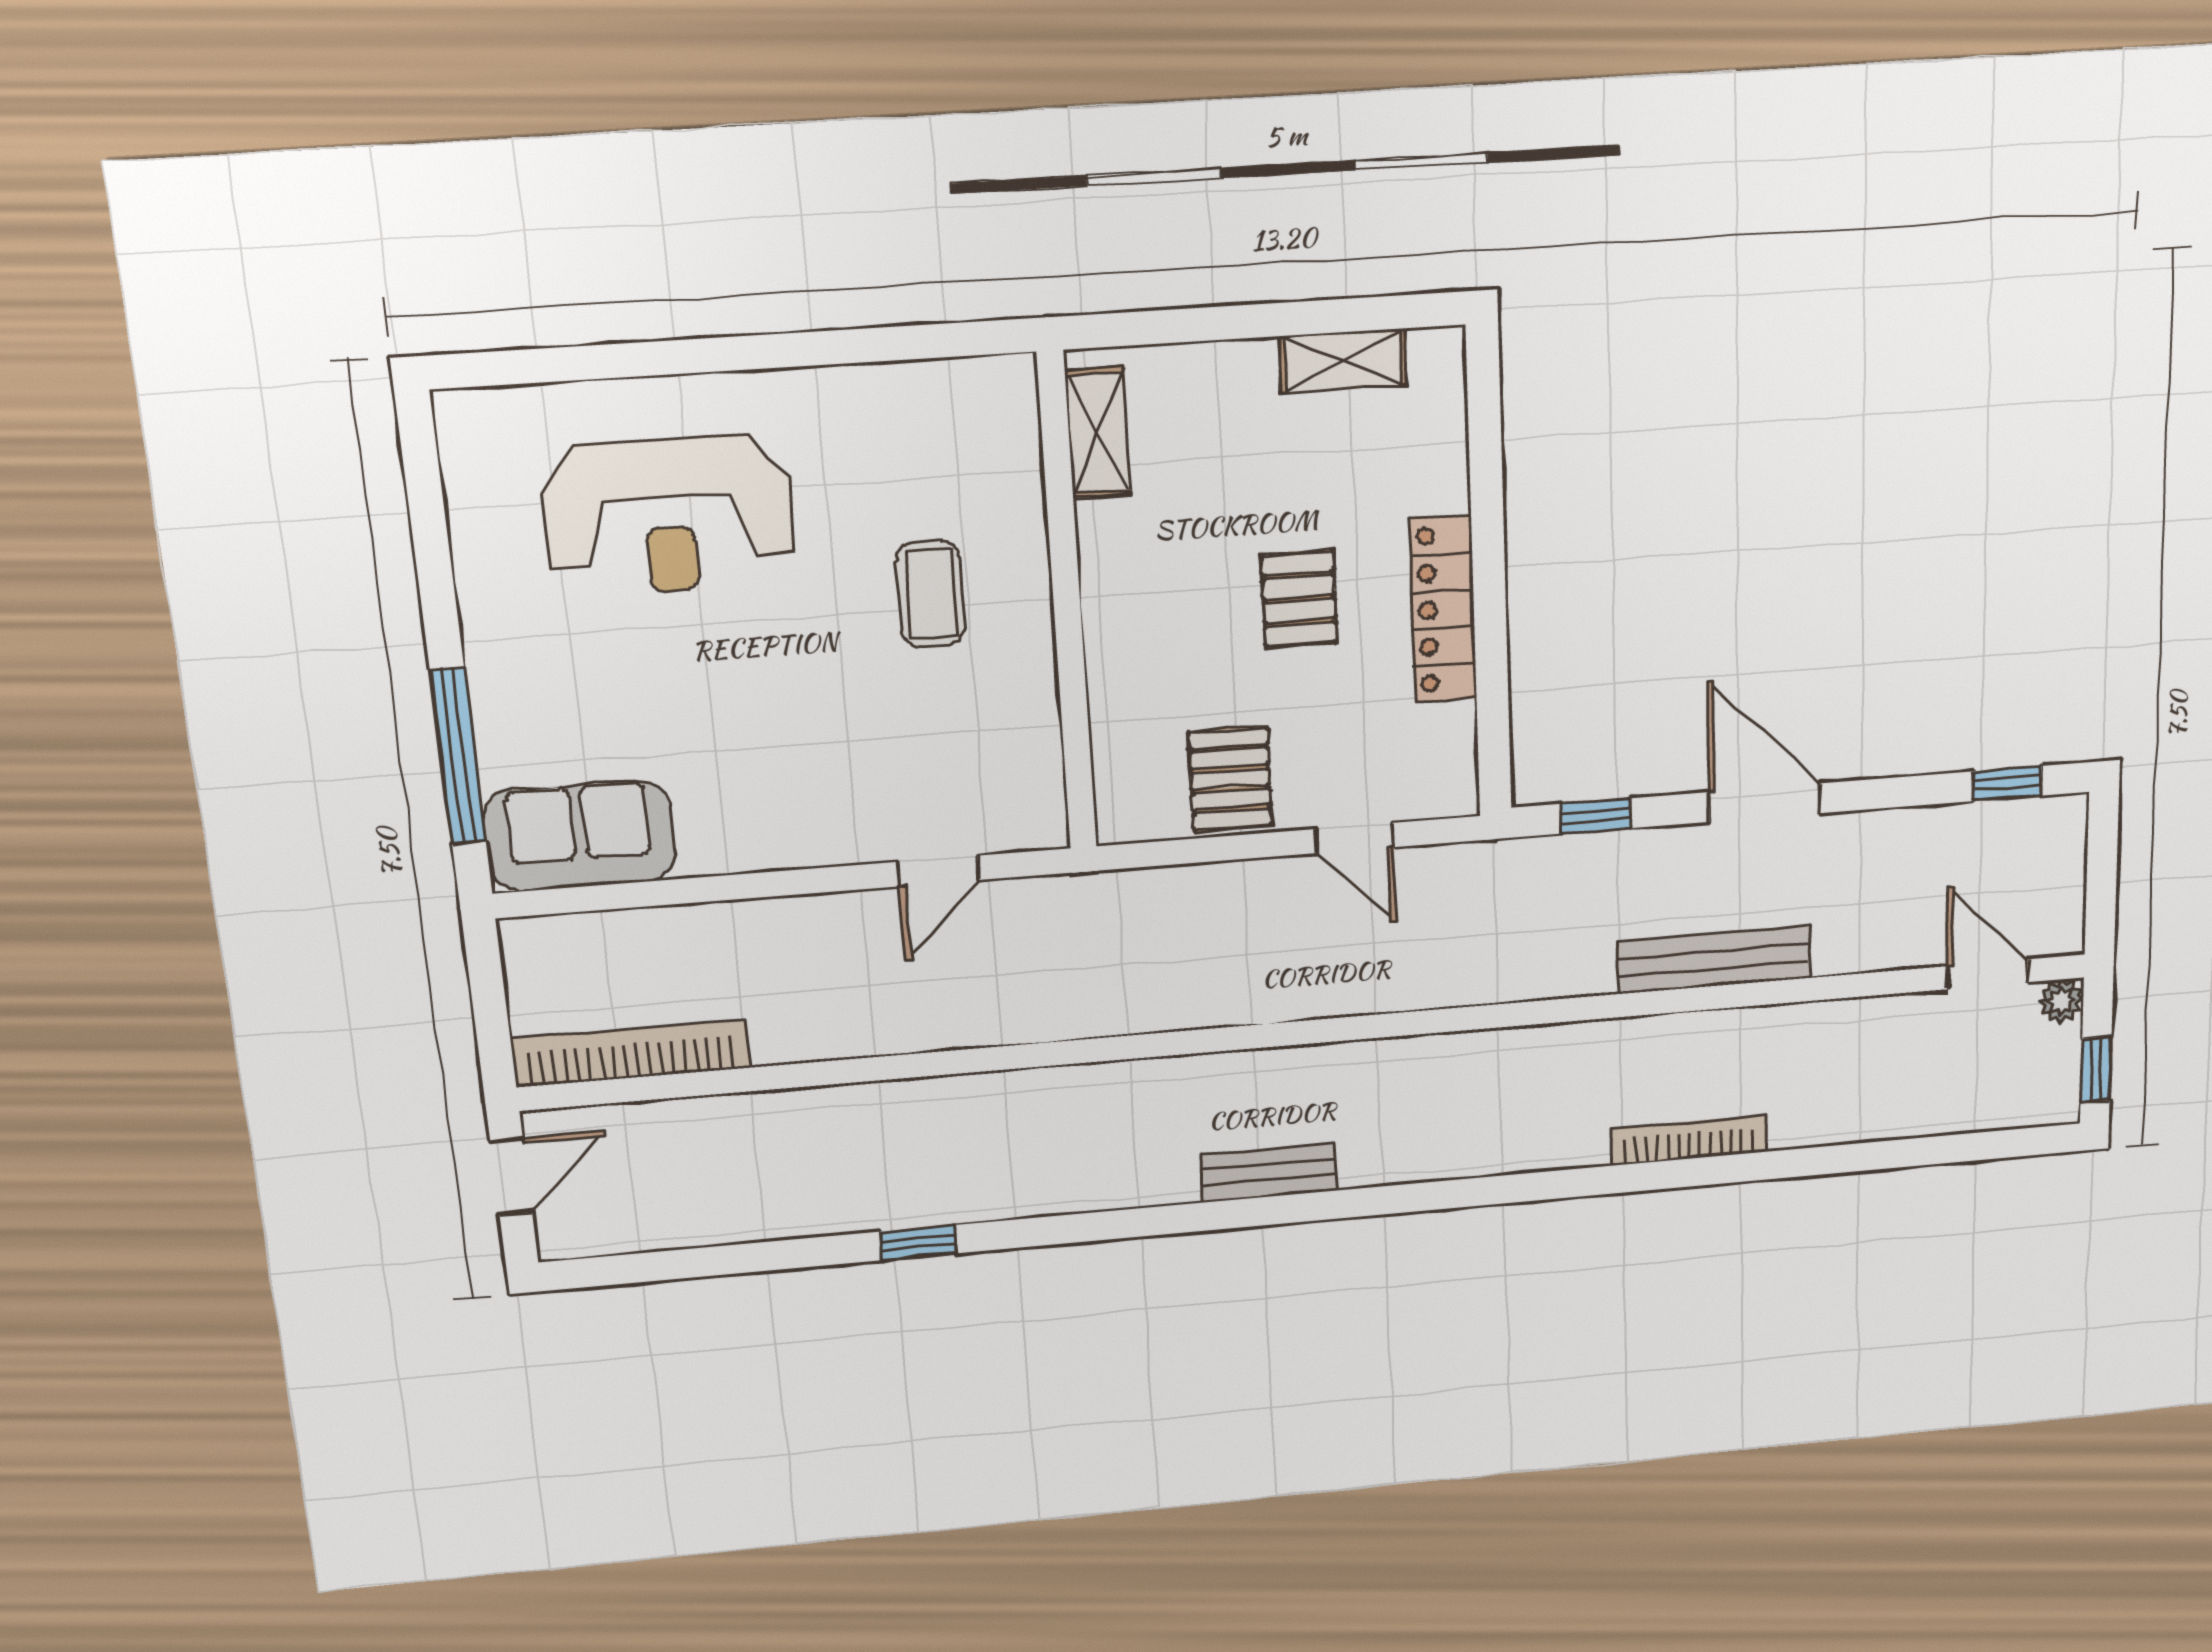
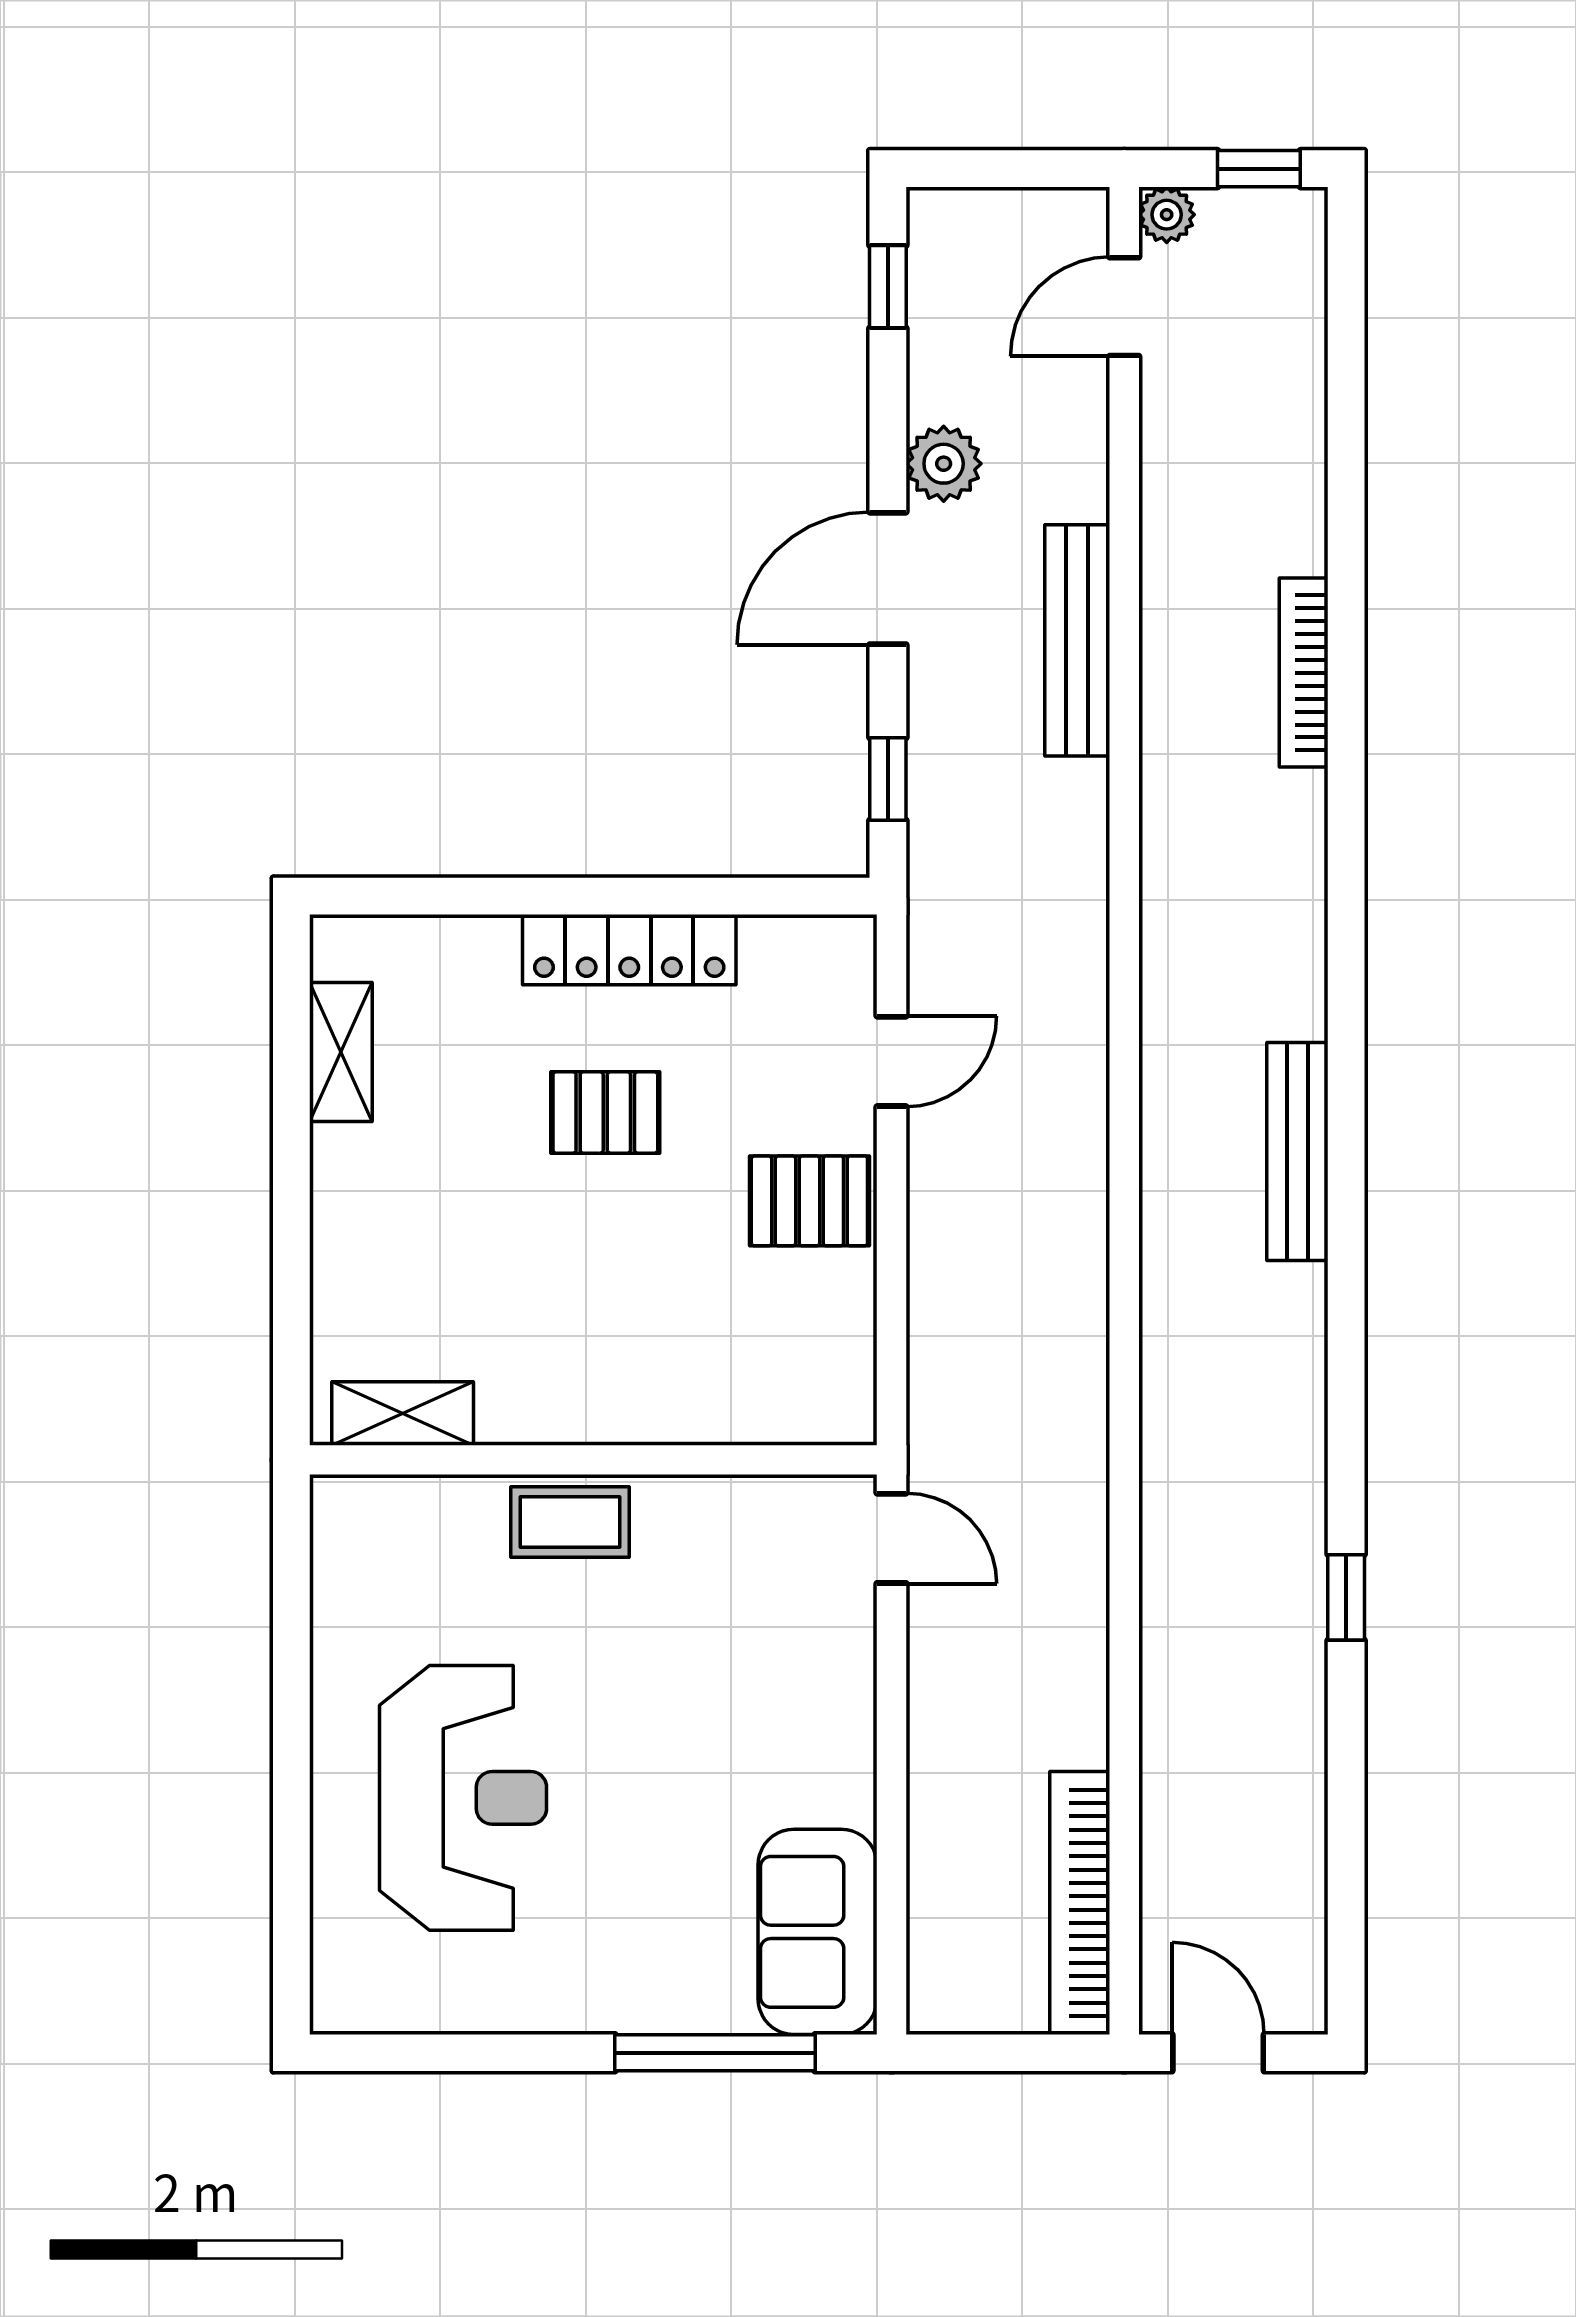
shelving: (1098, 433) -> (403, 1413), moved
wall: (1067, 605) -> (593, 1460), moved
plant: (1860, 841) -> (944, 464), added
bench: (1268, 1173) -> (1297, 1152), width x1.36

